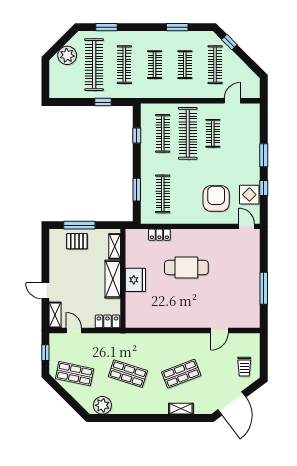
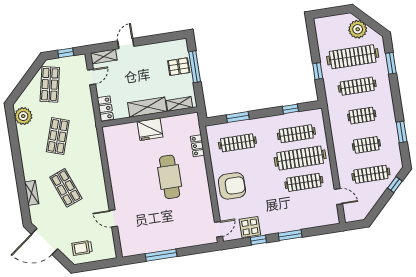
clothes rail: (213, 133) -> (304, 182), width x1.36
armchair: (216, 198) -> (232, 186), moved
pallet: (77, 241) -> (179, 67), turned 90

